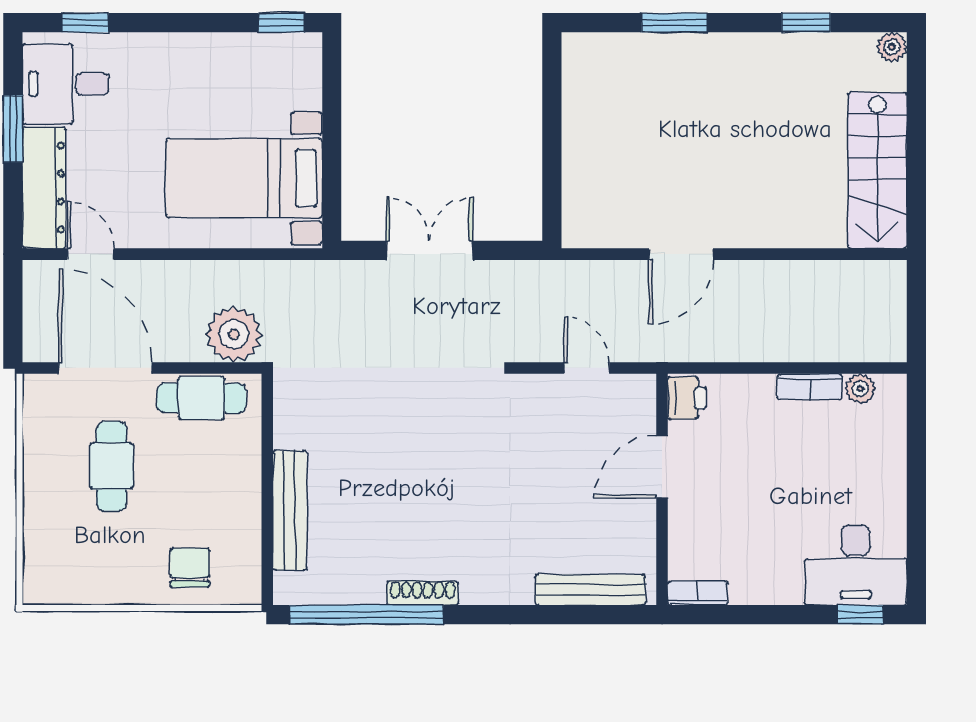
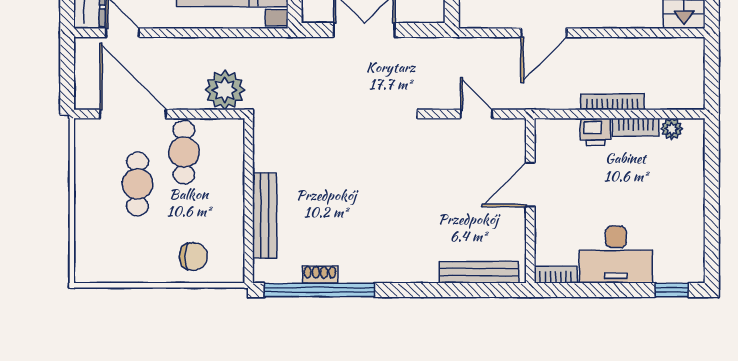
bookcase: (777, 351) -> (612, 102), added
cafe table: (201, 398) -> (184, 152), moved, turned 90
printer: (687, 398) -> (595, 132), moved, turned 90
desk: (856, 565) -> (616, 255), moved
chair: (190, 568) -> (193, 256), turned 90
shoe rack: (423, 593) -> (320, 275), moved, width x0.70

